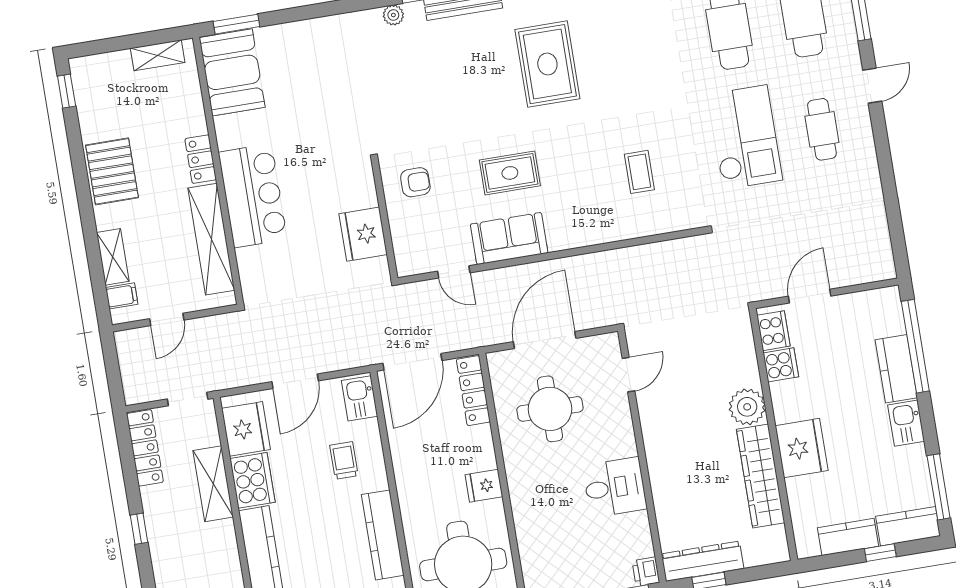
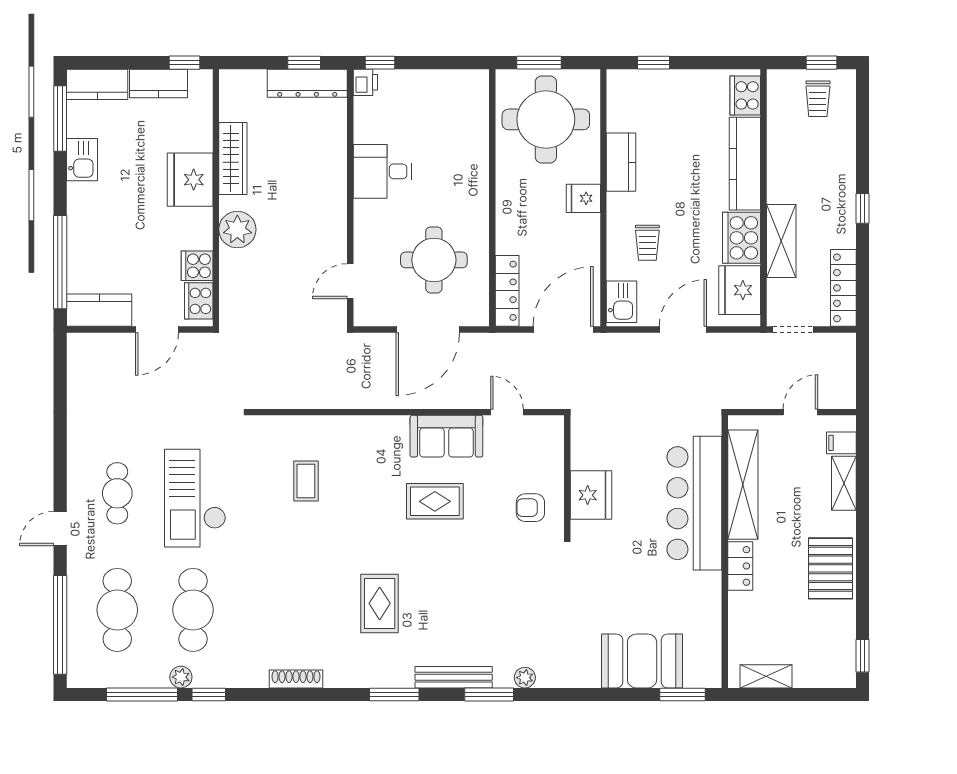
rug: (547, 64) -> (380, 603), width x0.73, depth x0.70
booth: (232, 72) -> (642, 661), moved, turned 90
bar counter: (253, 196) -> (694, 503), width x1.36
fridge: (363, 234) -> (591, 495), moved
kitchen counter: (896, 369) -> (99, 310), moved, turned -90
kitchen sink: (906, 423) -> (82, 160), moved
wardrobe: (761, 476) -> (233, 158), width x0.71, depth x0.85
fridge: (484, 486) -> (583, 198), moved, turned 180
kitchen counter: (383, 535) -> (621, 162), width x0.67
window: (880, 553) -> (185, 63), moved

